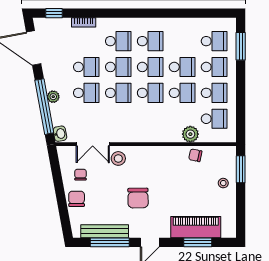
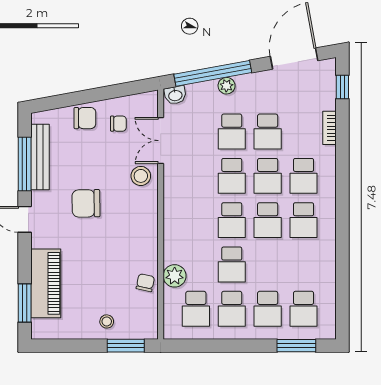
school desk: (182, 67) -> (268, 264), removed
window: (198, 242) -> (25, 303), moved

